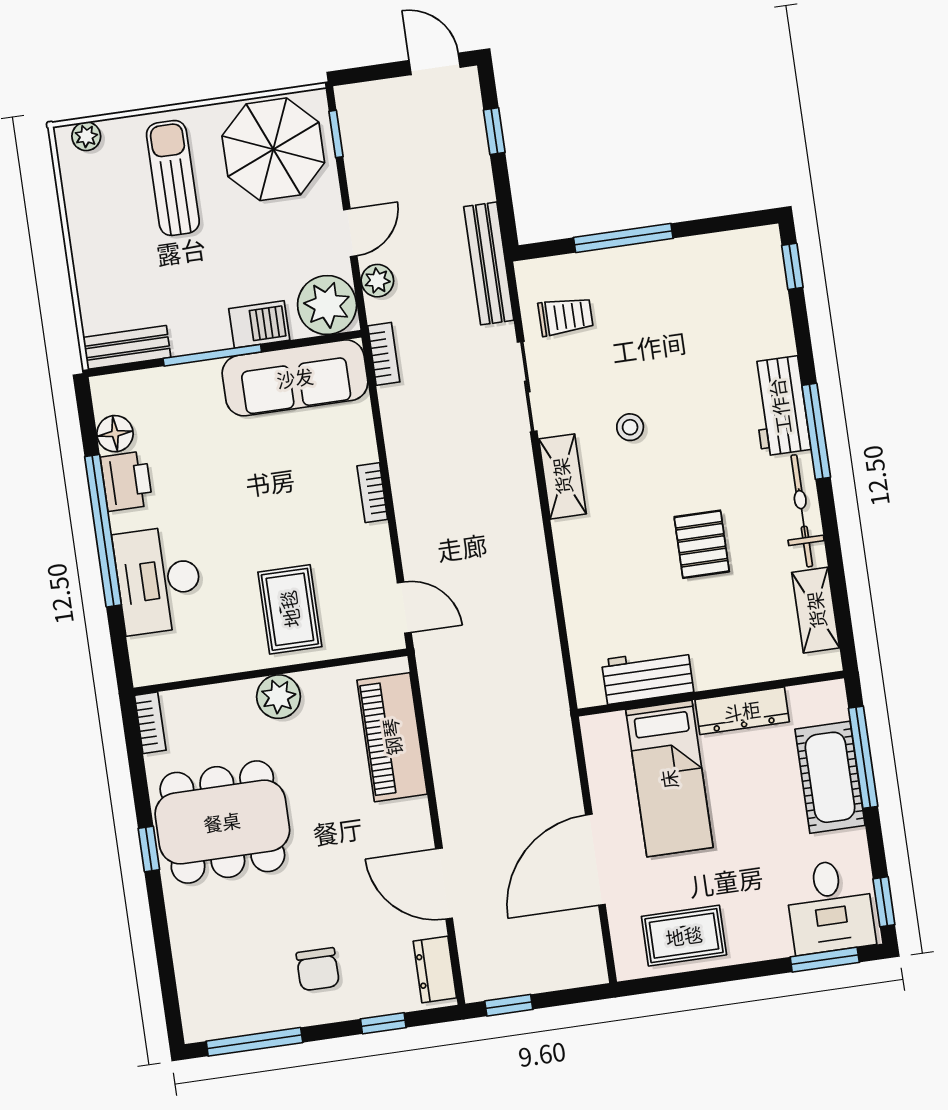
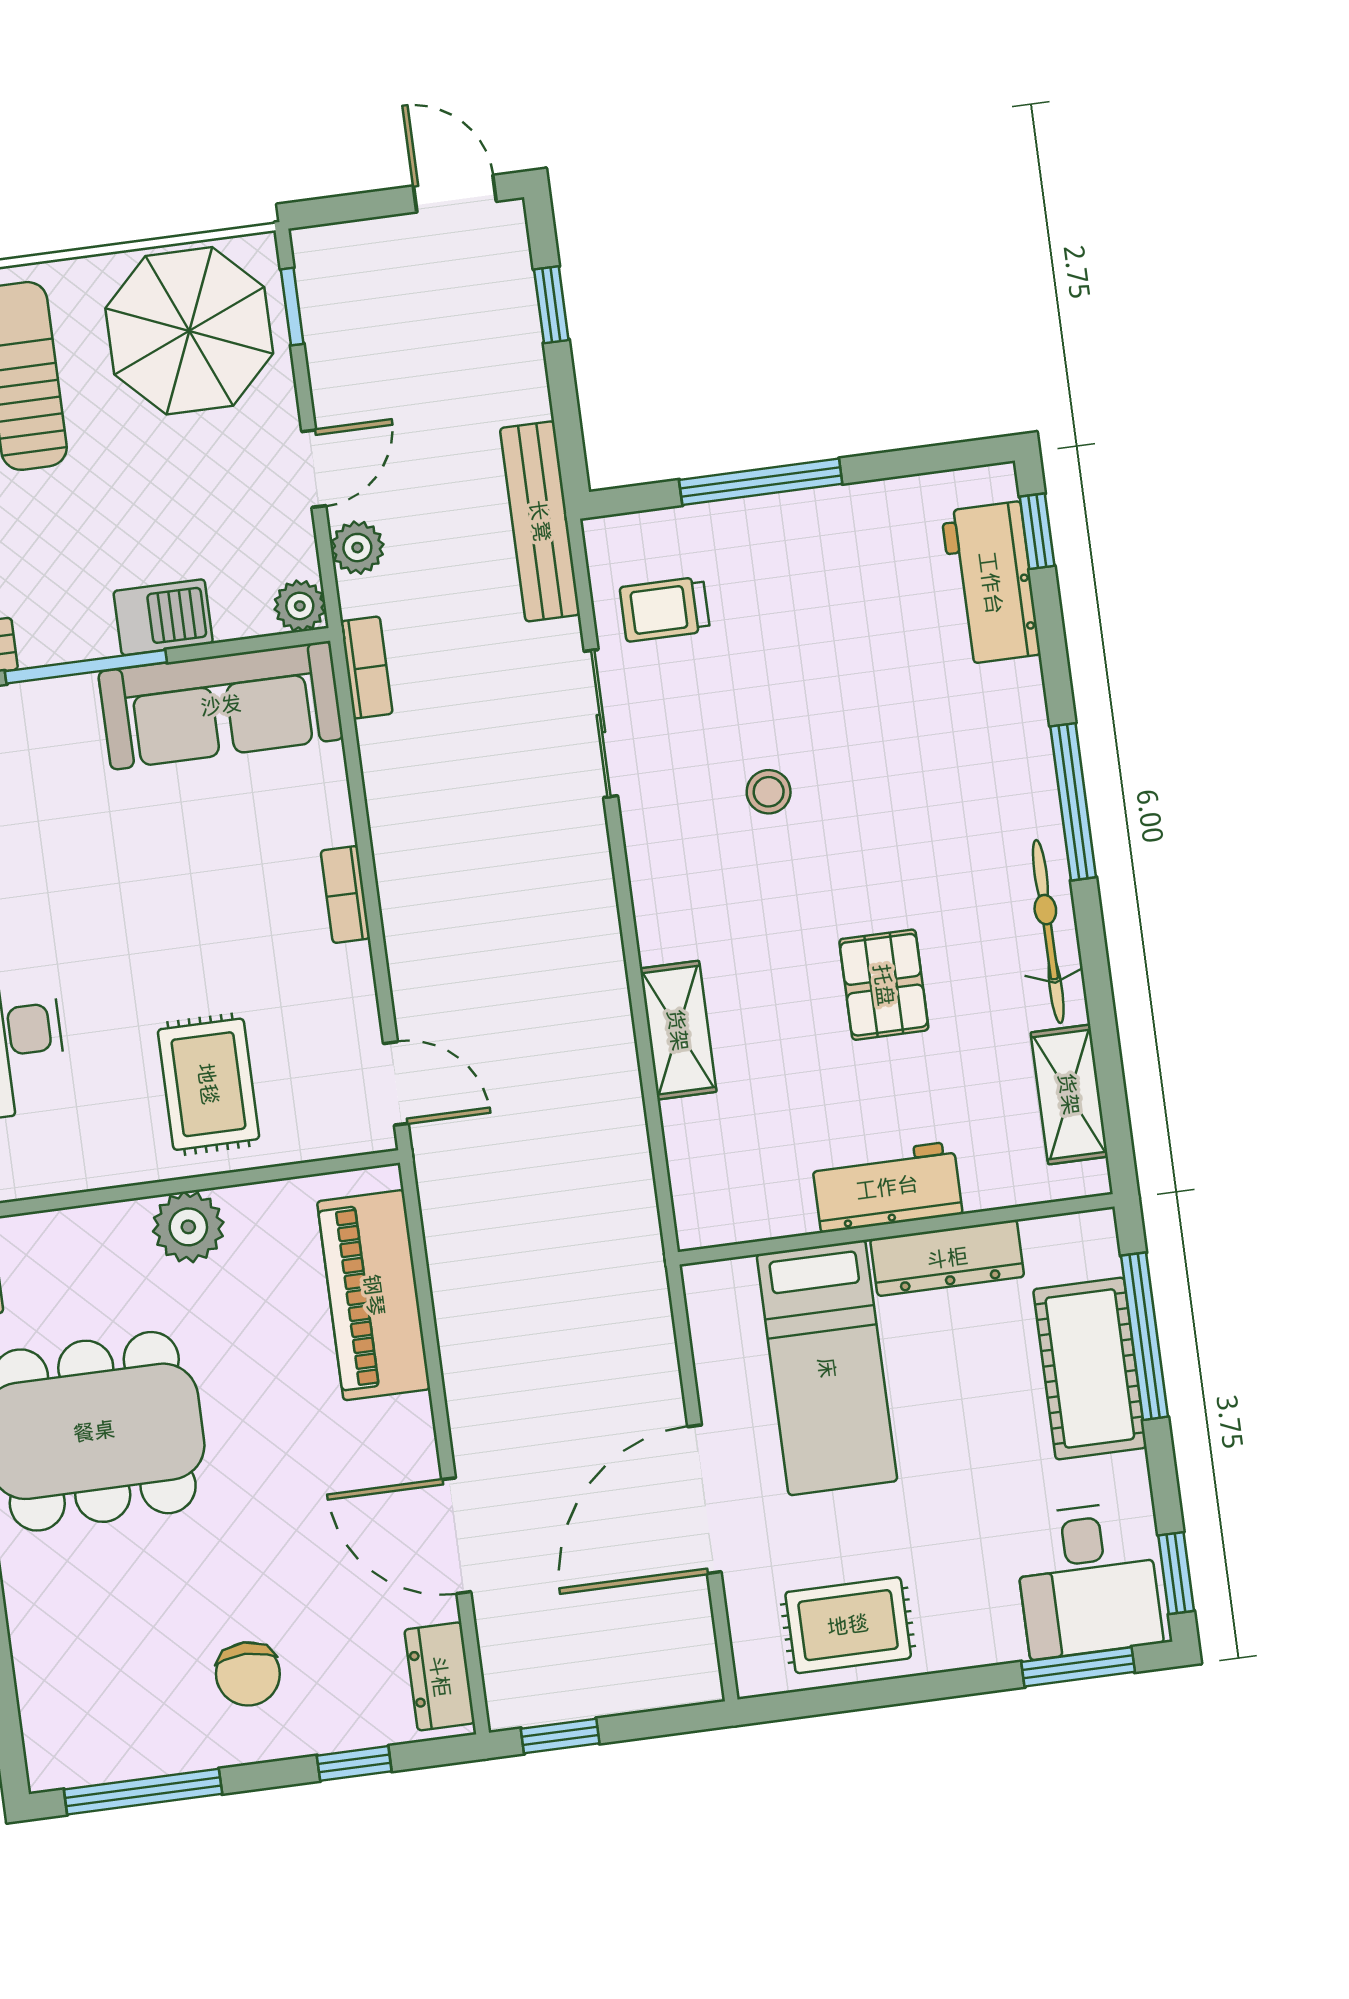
plant: (327, 305) -> (300, 606), width x0.53, depth x0.53
trolley: (566, 316) -> (665, 609), turned 180
workbench: (780, 406) -> (991, 583), moved
shelving: (562, 476) -> (678, 1030), moved
workbench: (648, 676) -> (887, 1187), moved

